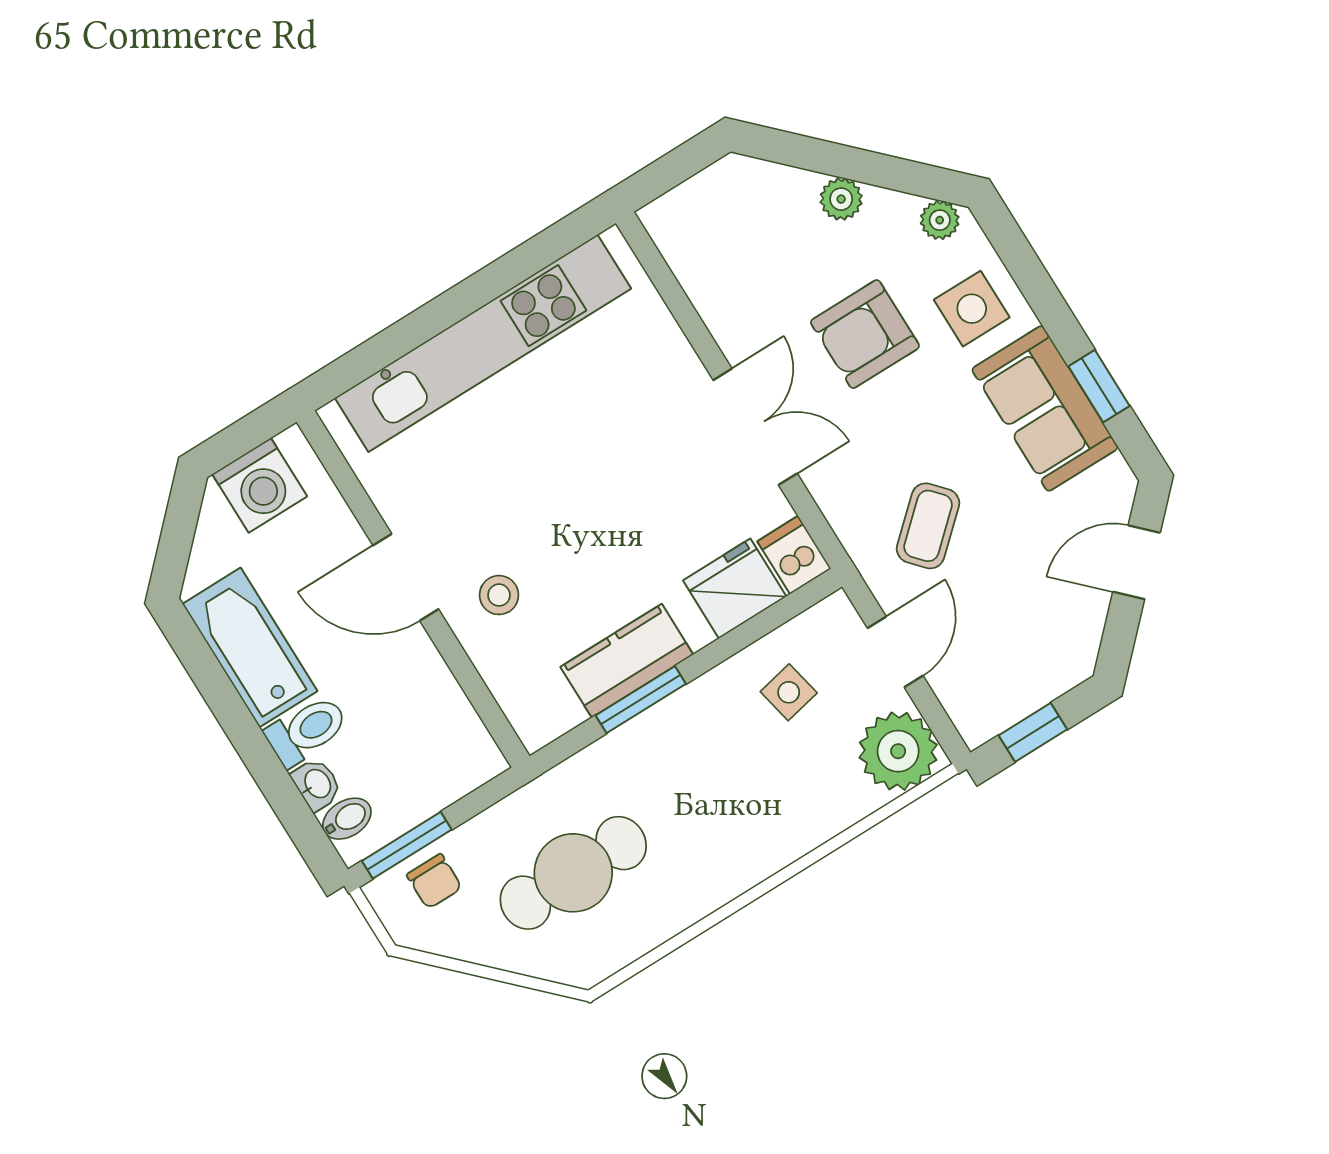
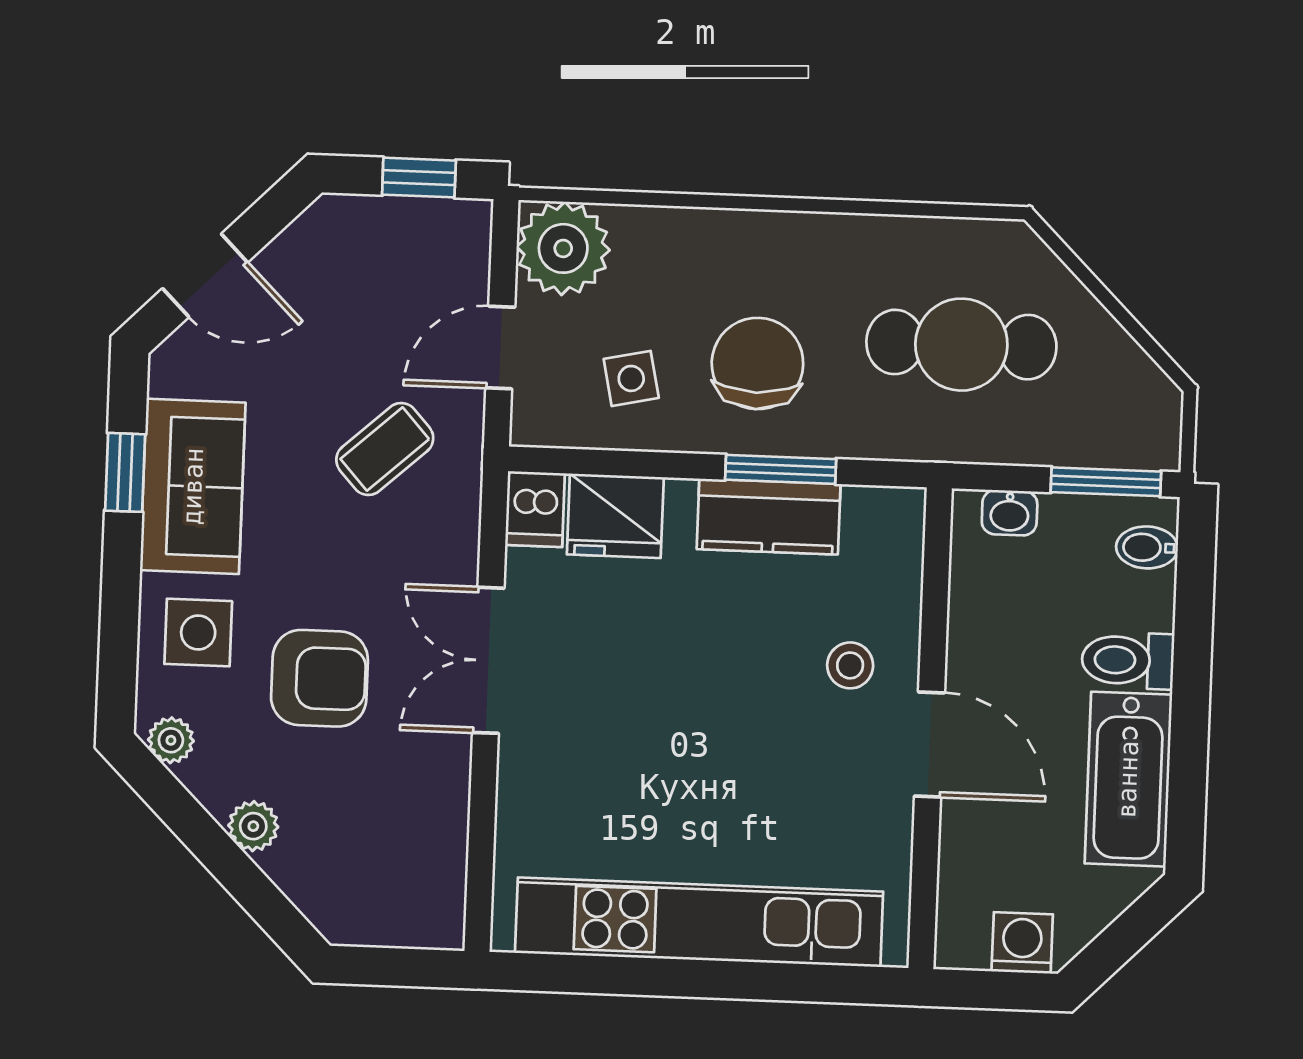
washing machine: (260, 485) -> (1022, 943), width x0.73, depth x0.73
washbasin: (317, 784) -> (1010, 513), moved, turned -90
chair: (434, 881) -> (757, 363), moved, width x1.87, depth x1.87

